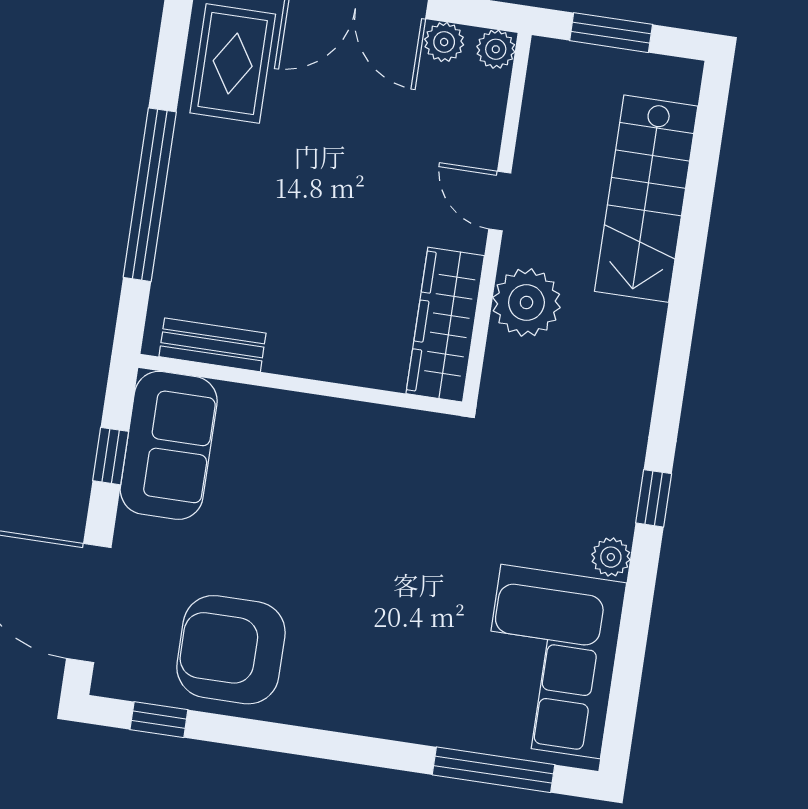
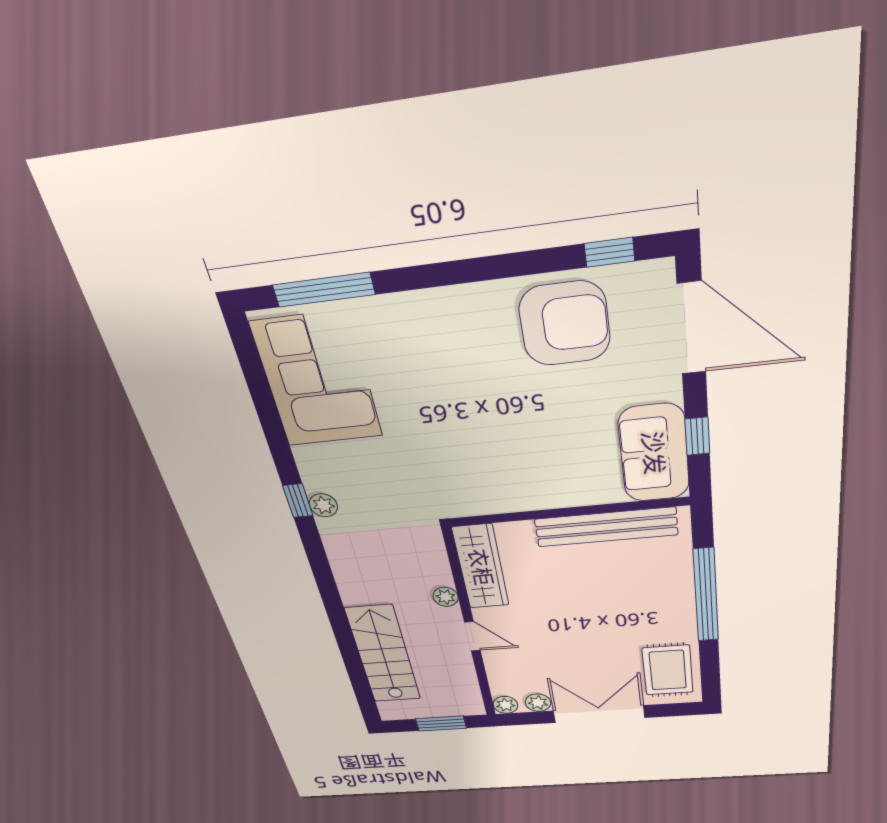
plant: (526, 302) -> (446, 597), width x0.53, depth x0.53
bench: (212, 345) -> (606, 527), width x1.86, depth x1.21
plant: (611, 557) -> (323, 505), moved

